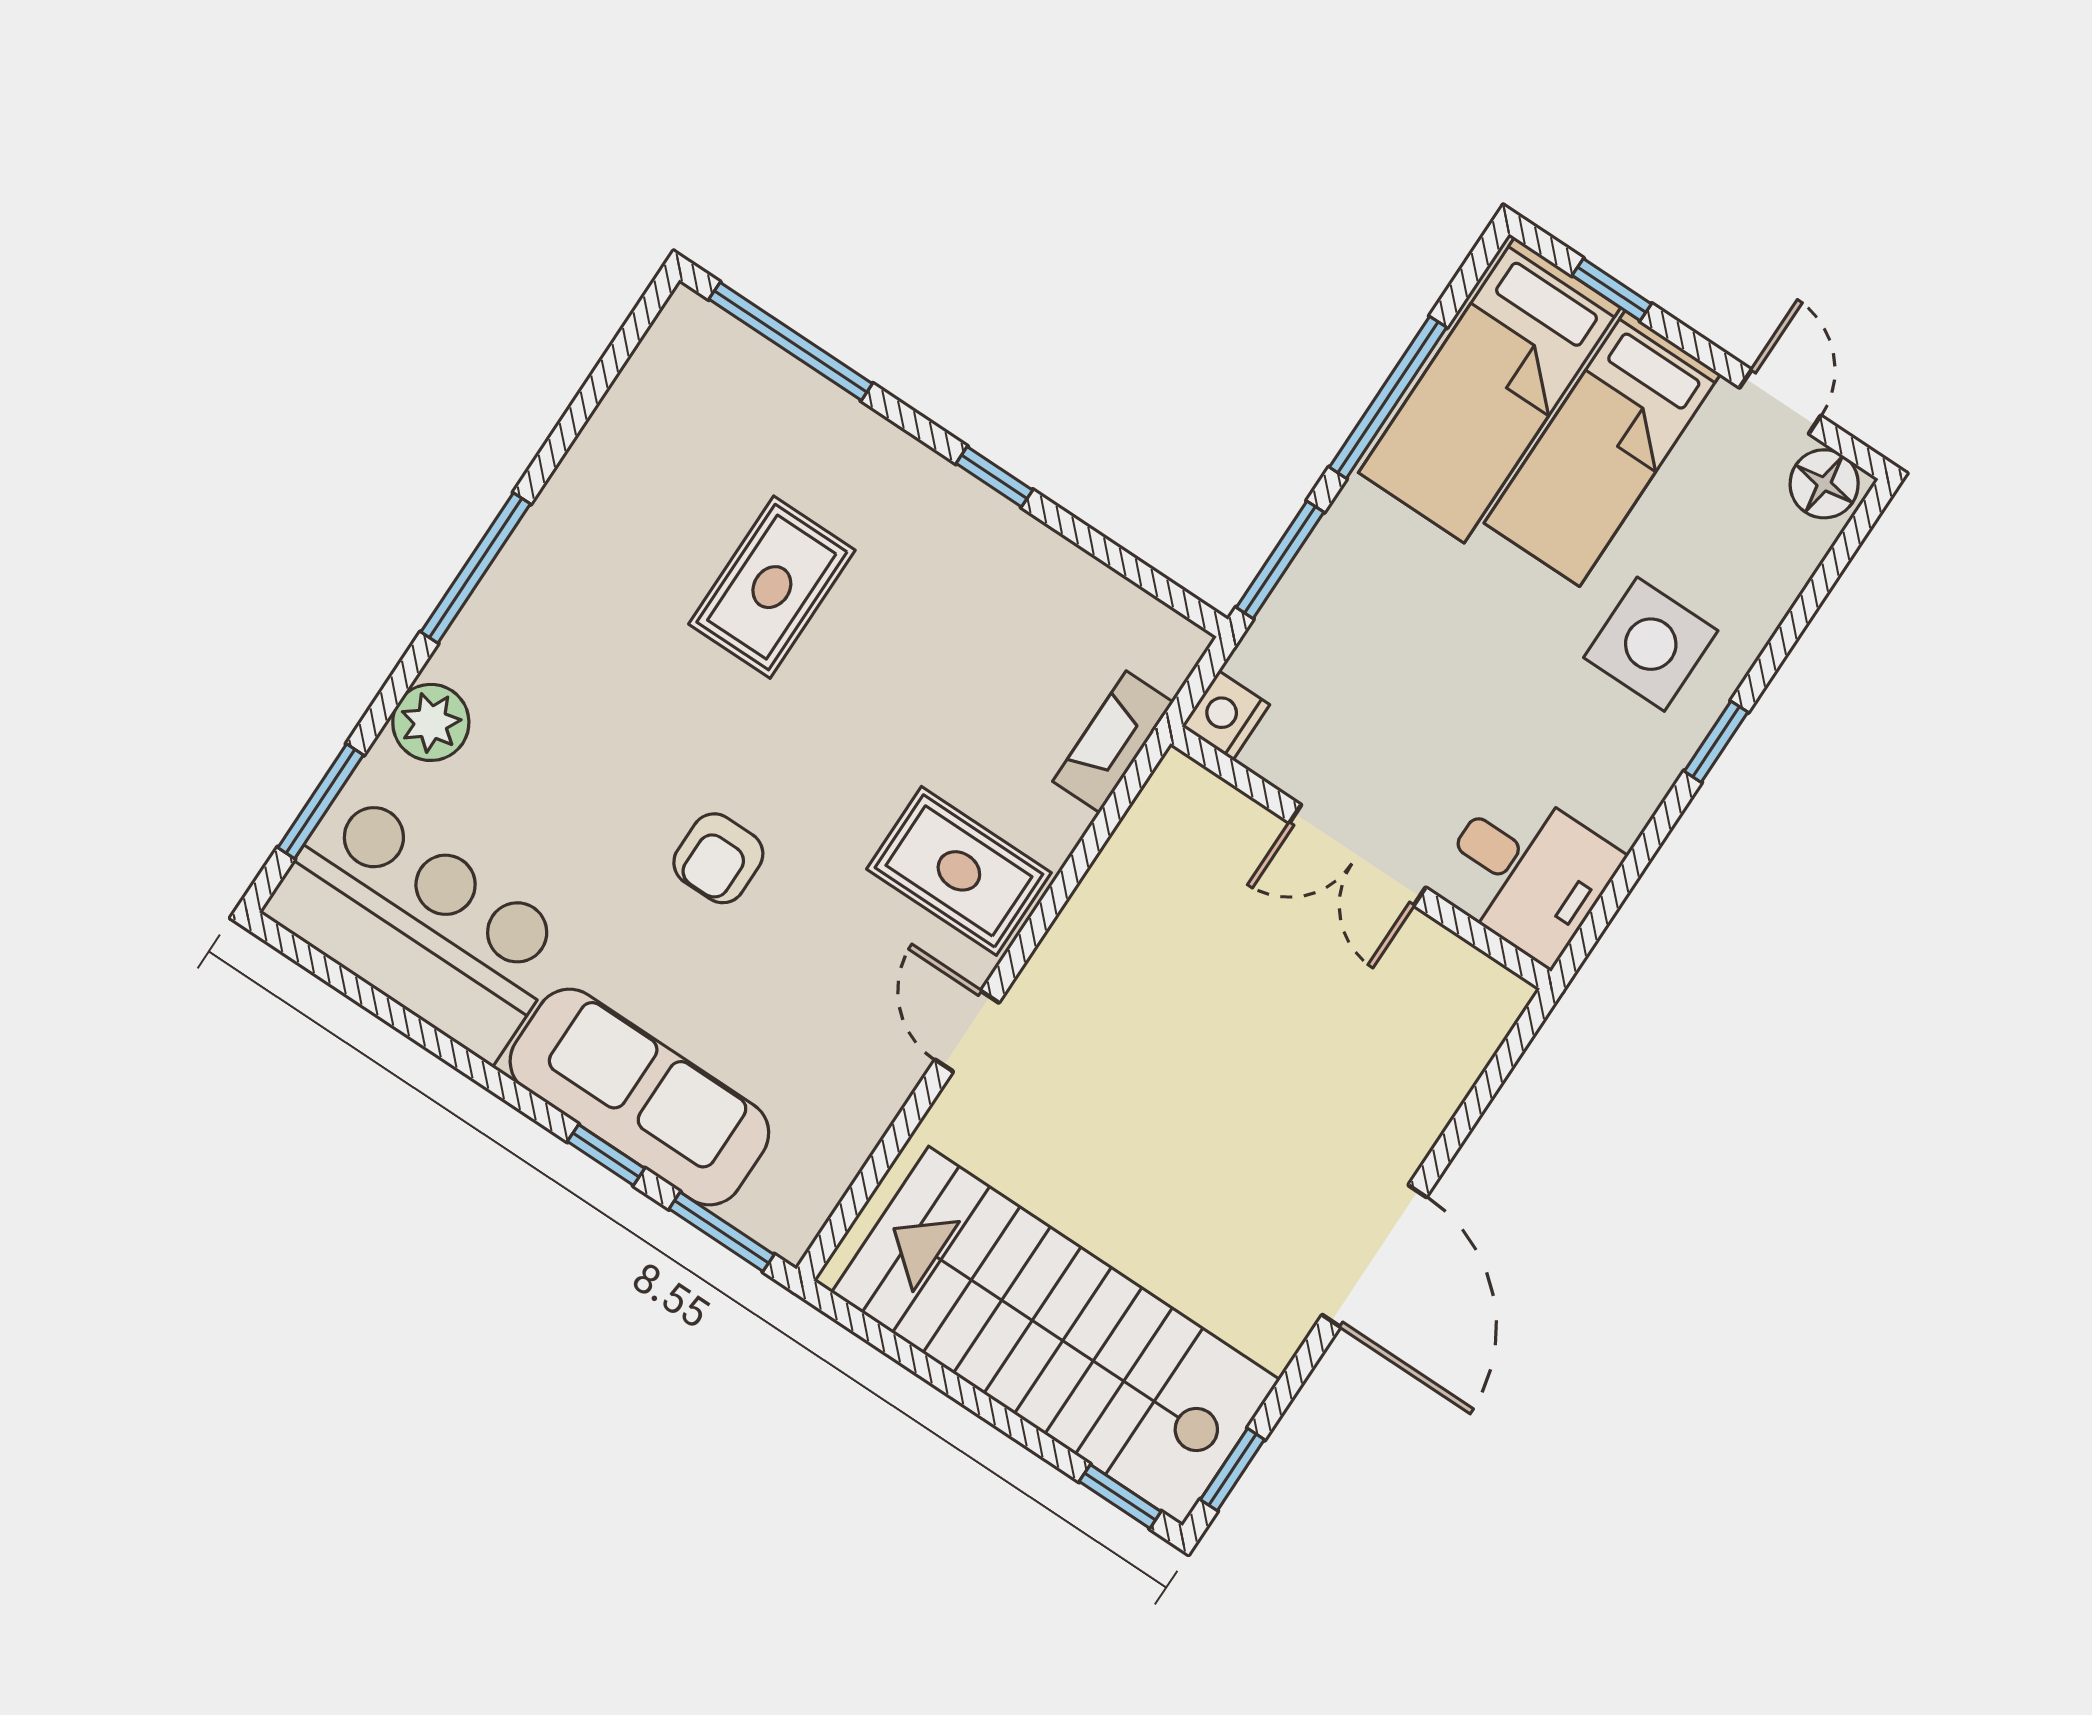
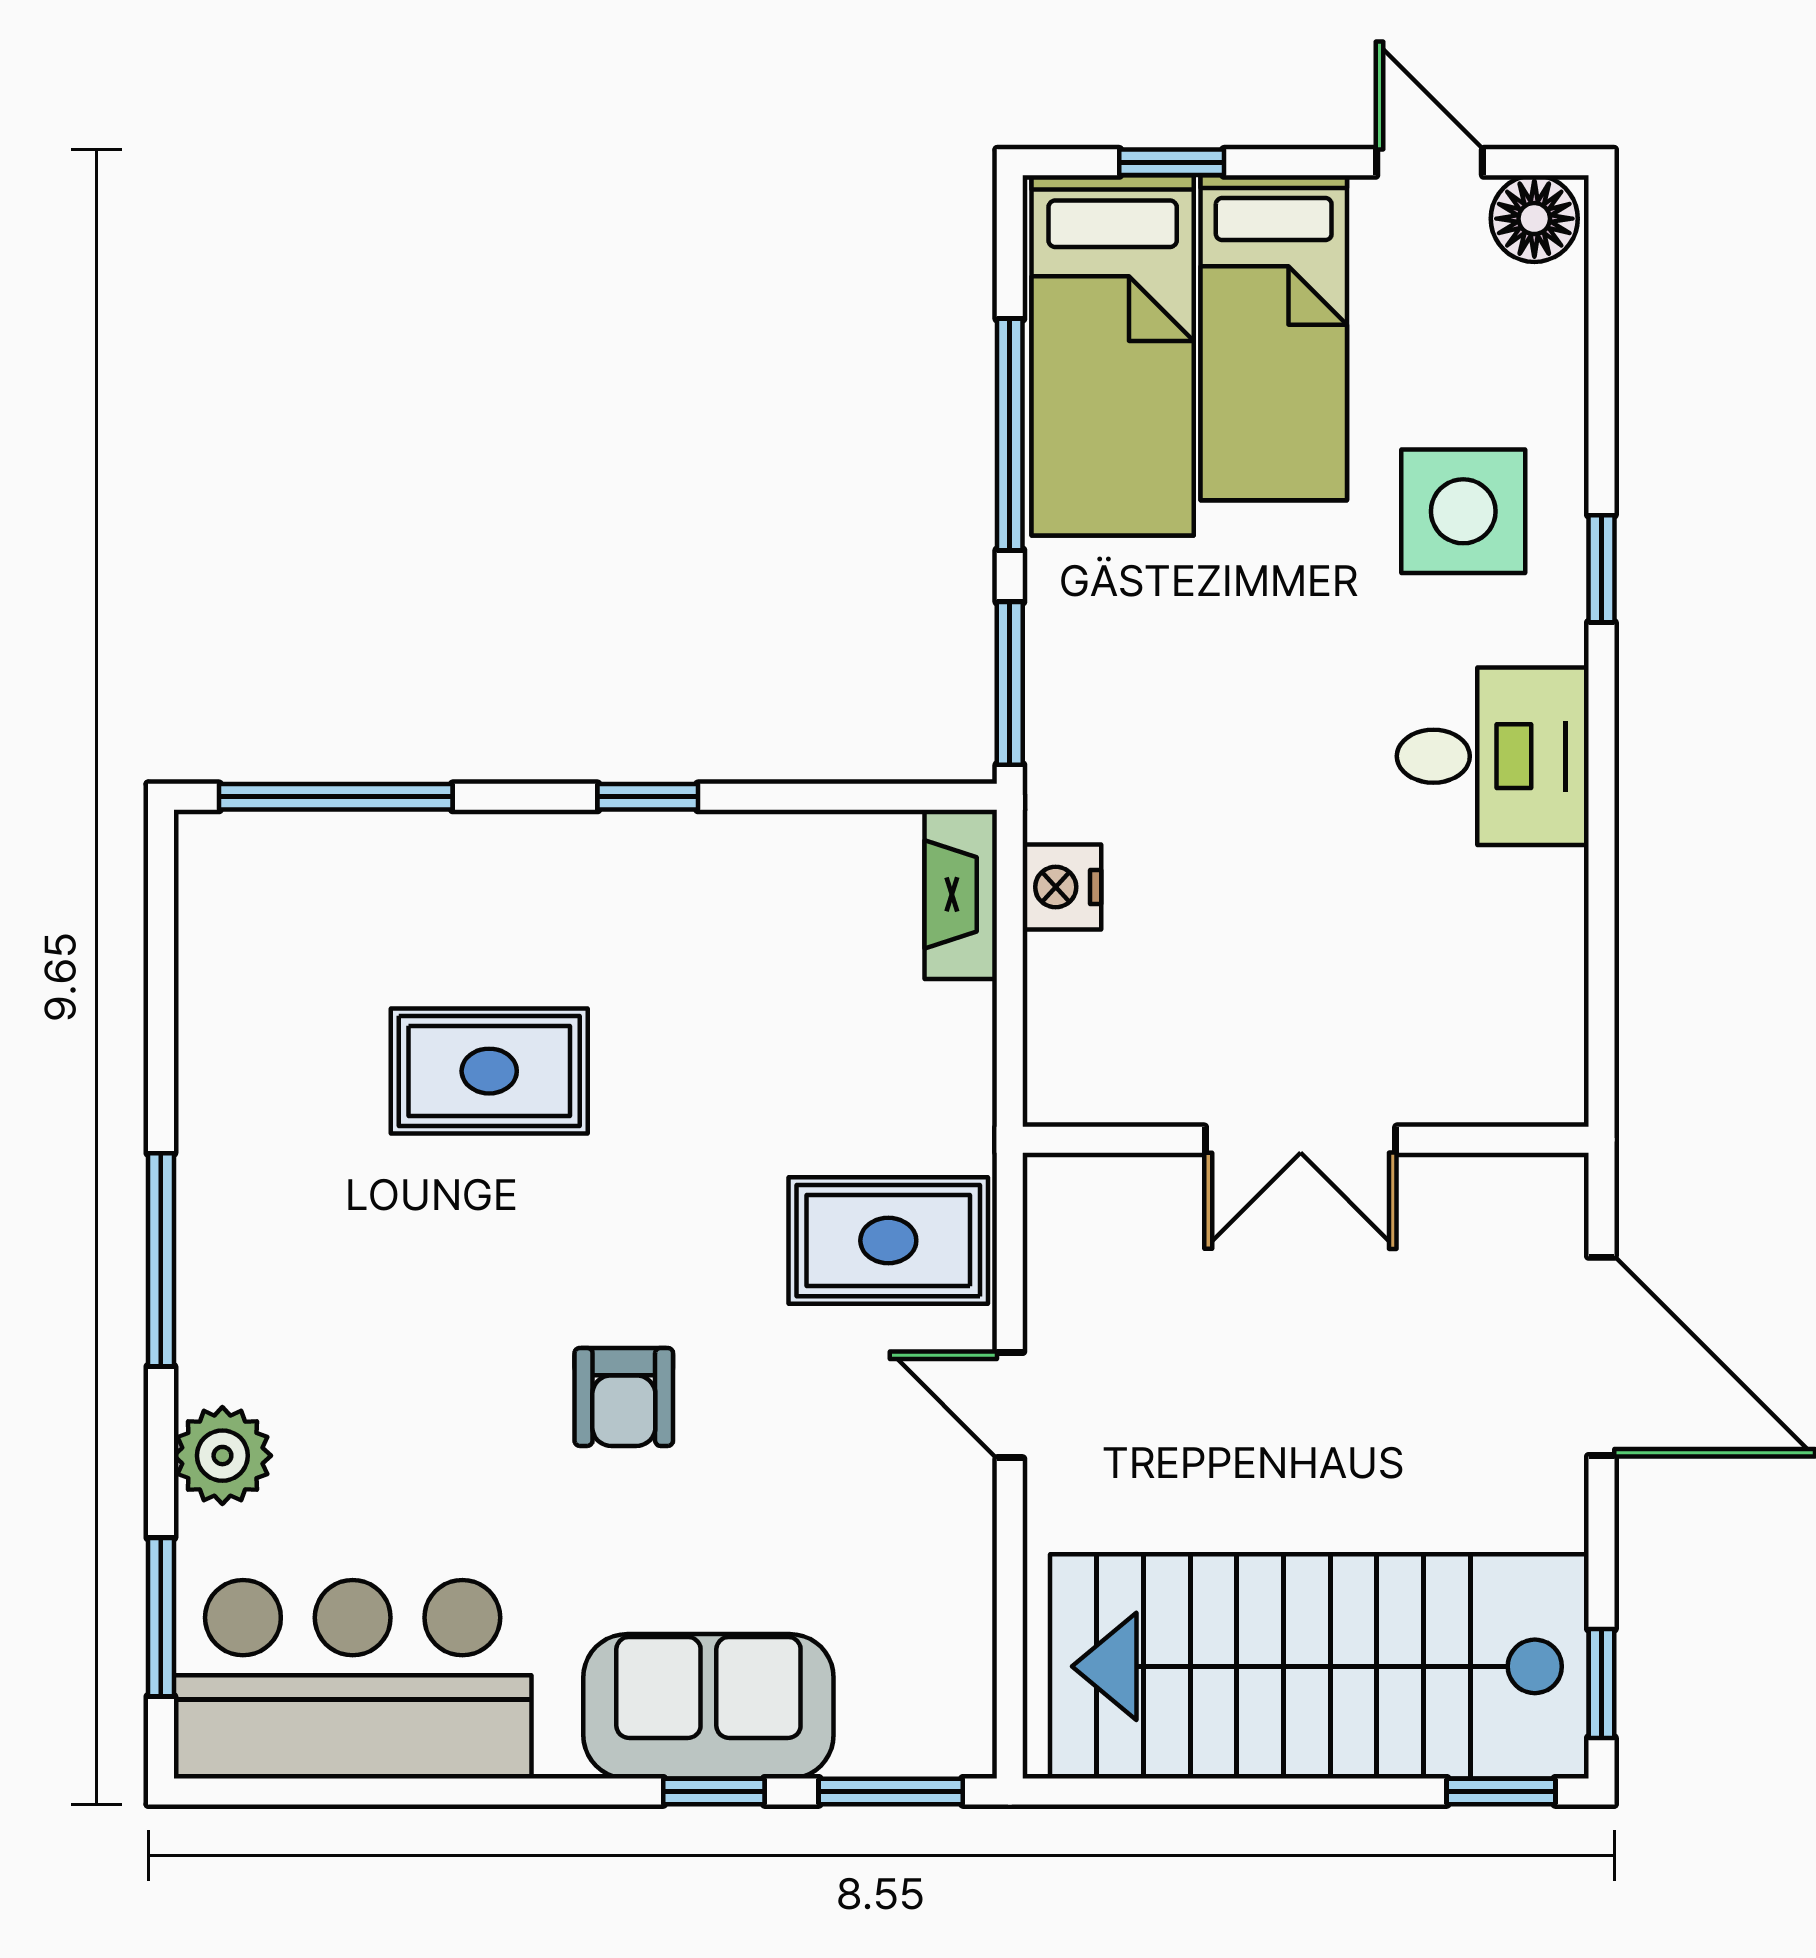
rug: (772, 587) -> (489, 1071), turned 90
fireplace: (1113, 742) -> (961, 894), moved
double door: (1357, 855) -> (1301, 1140), moved
wall: (1361, 857) -> (1306, 1140), moved
desk: (1527, 872) -> (1493, 756), moved
sofa: (639, 1097) -> (708, 1706), width x0.73

